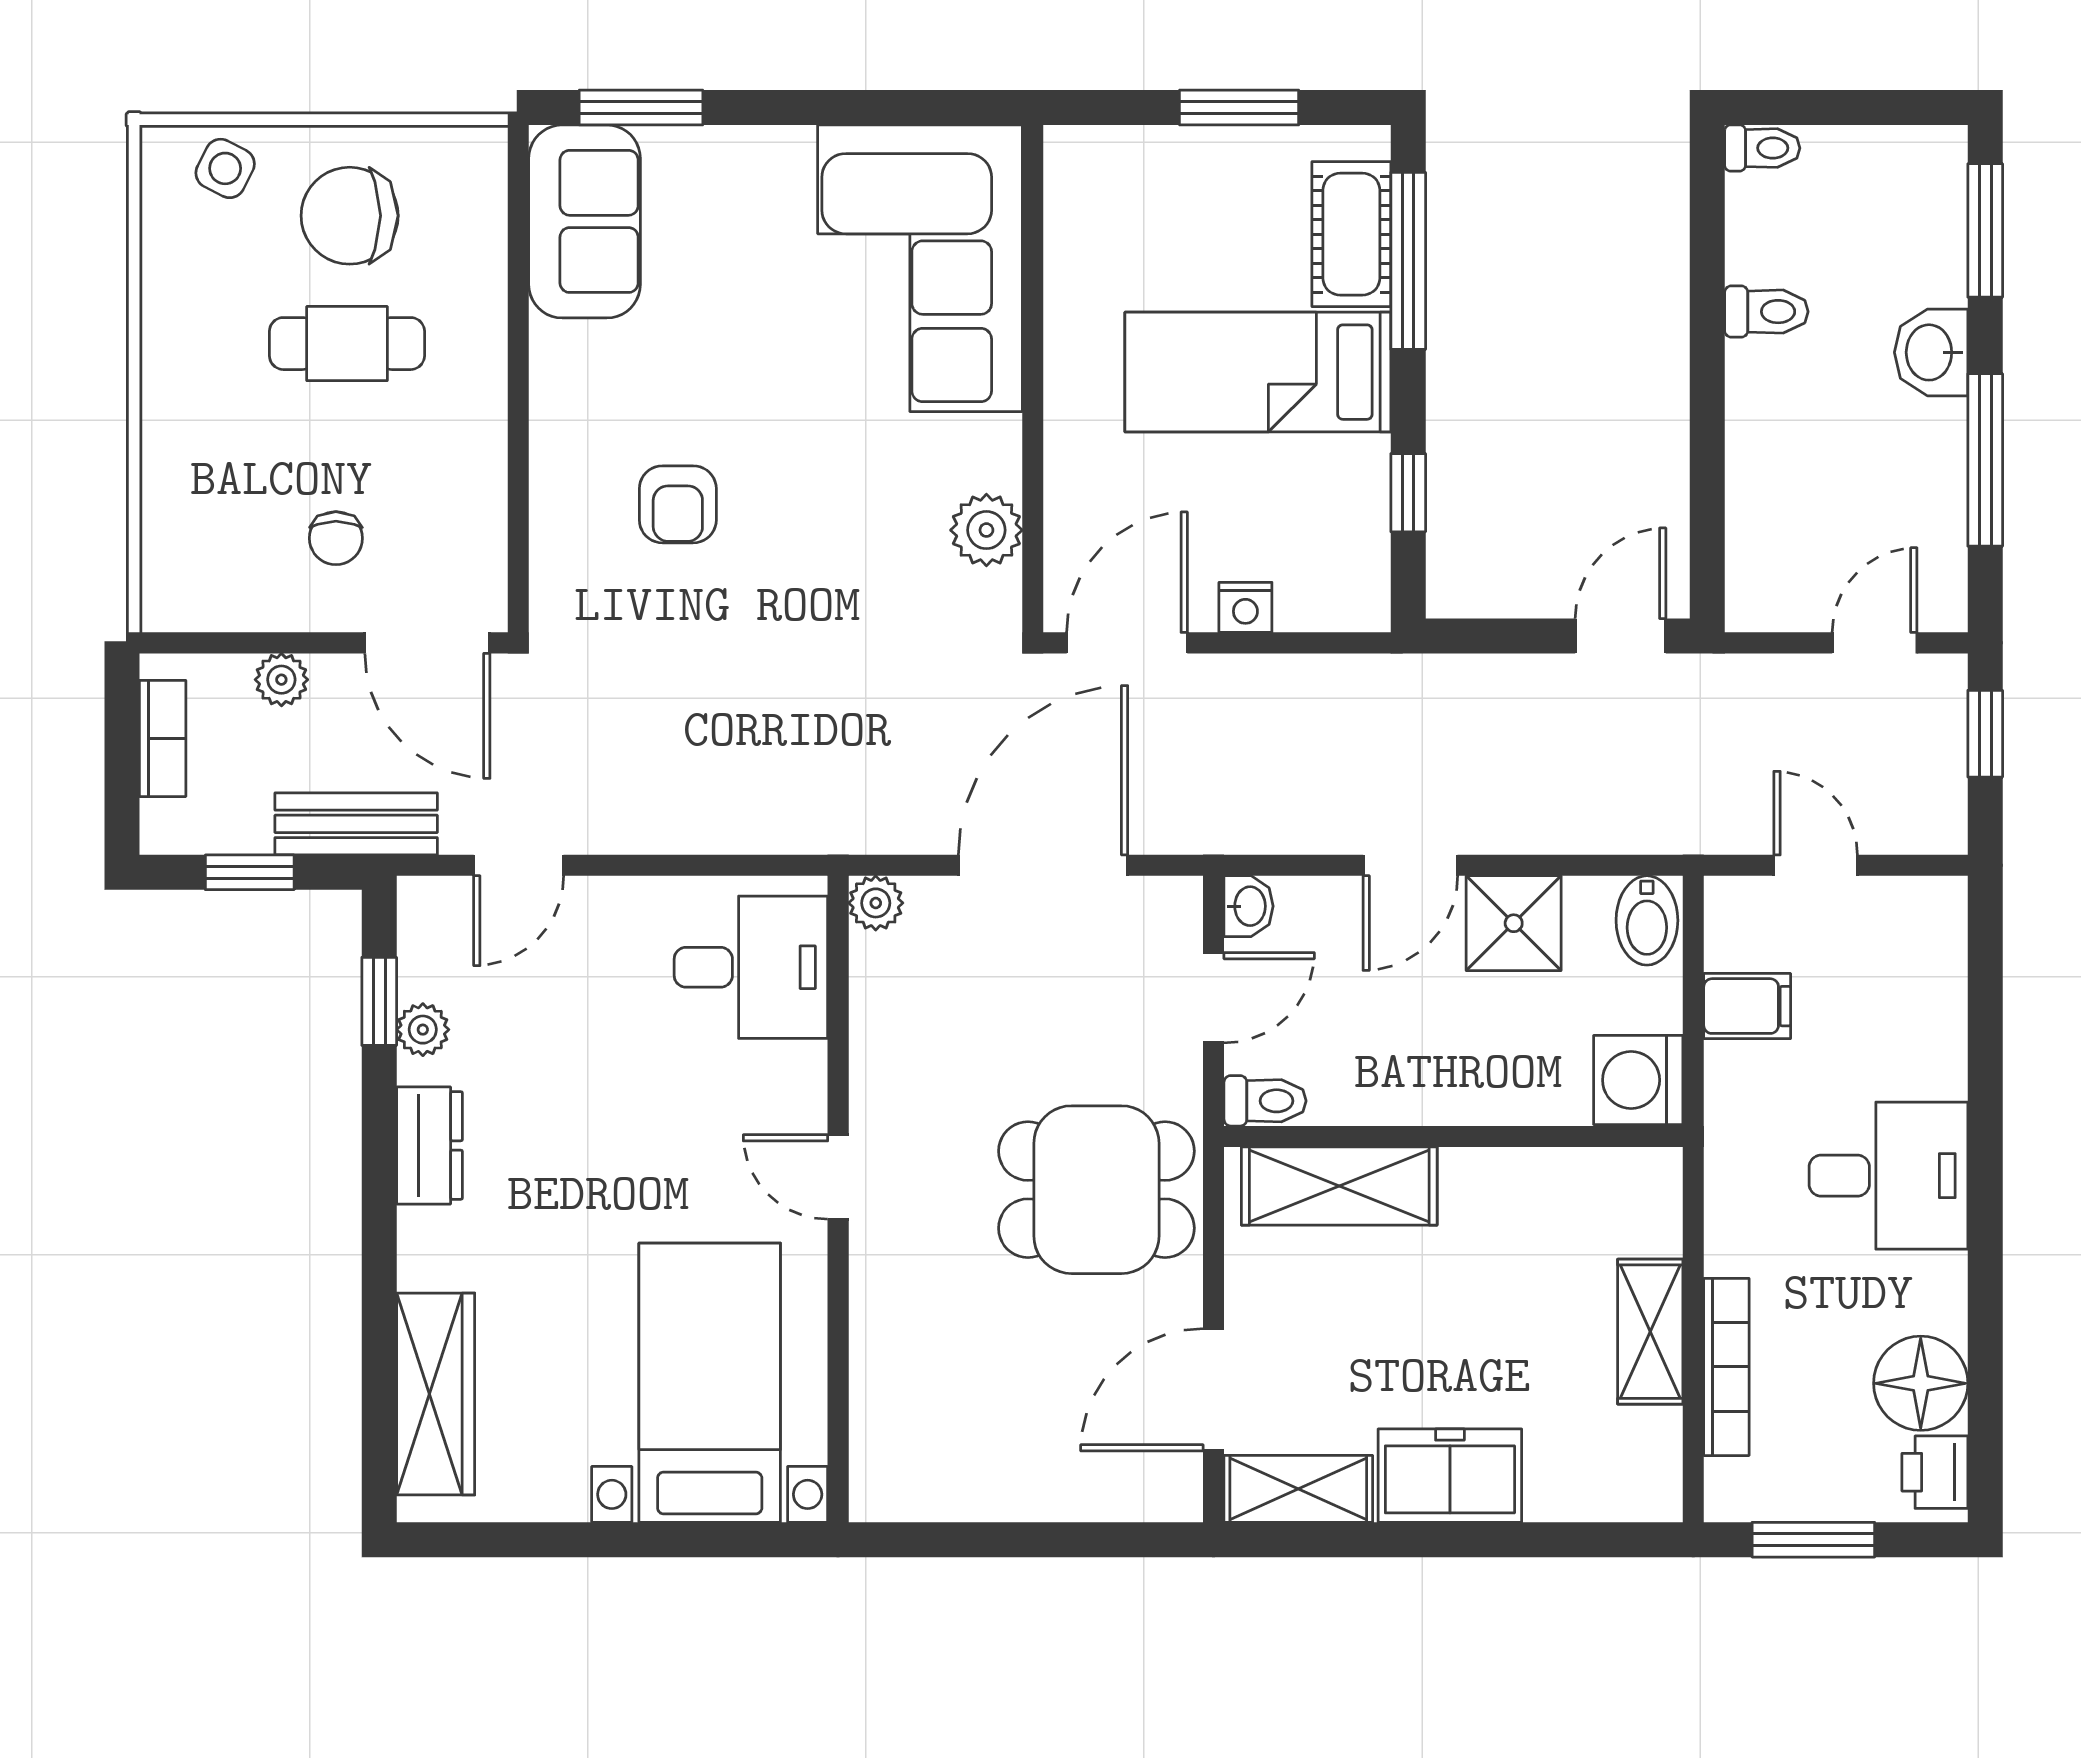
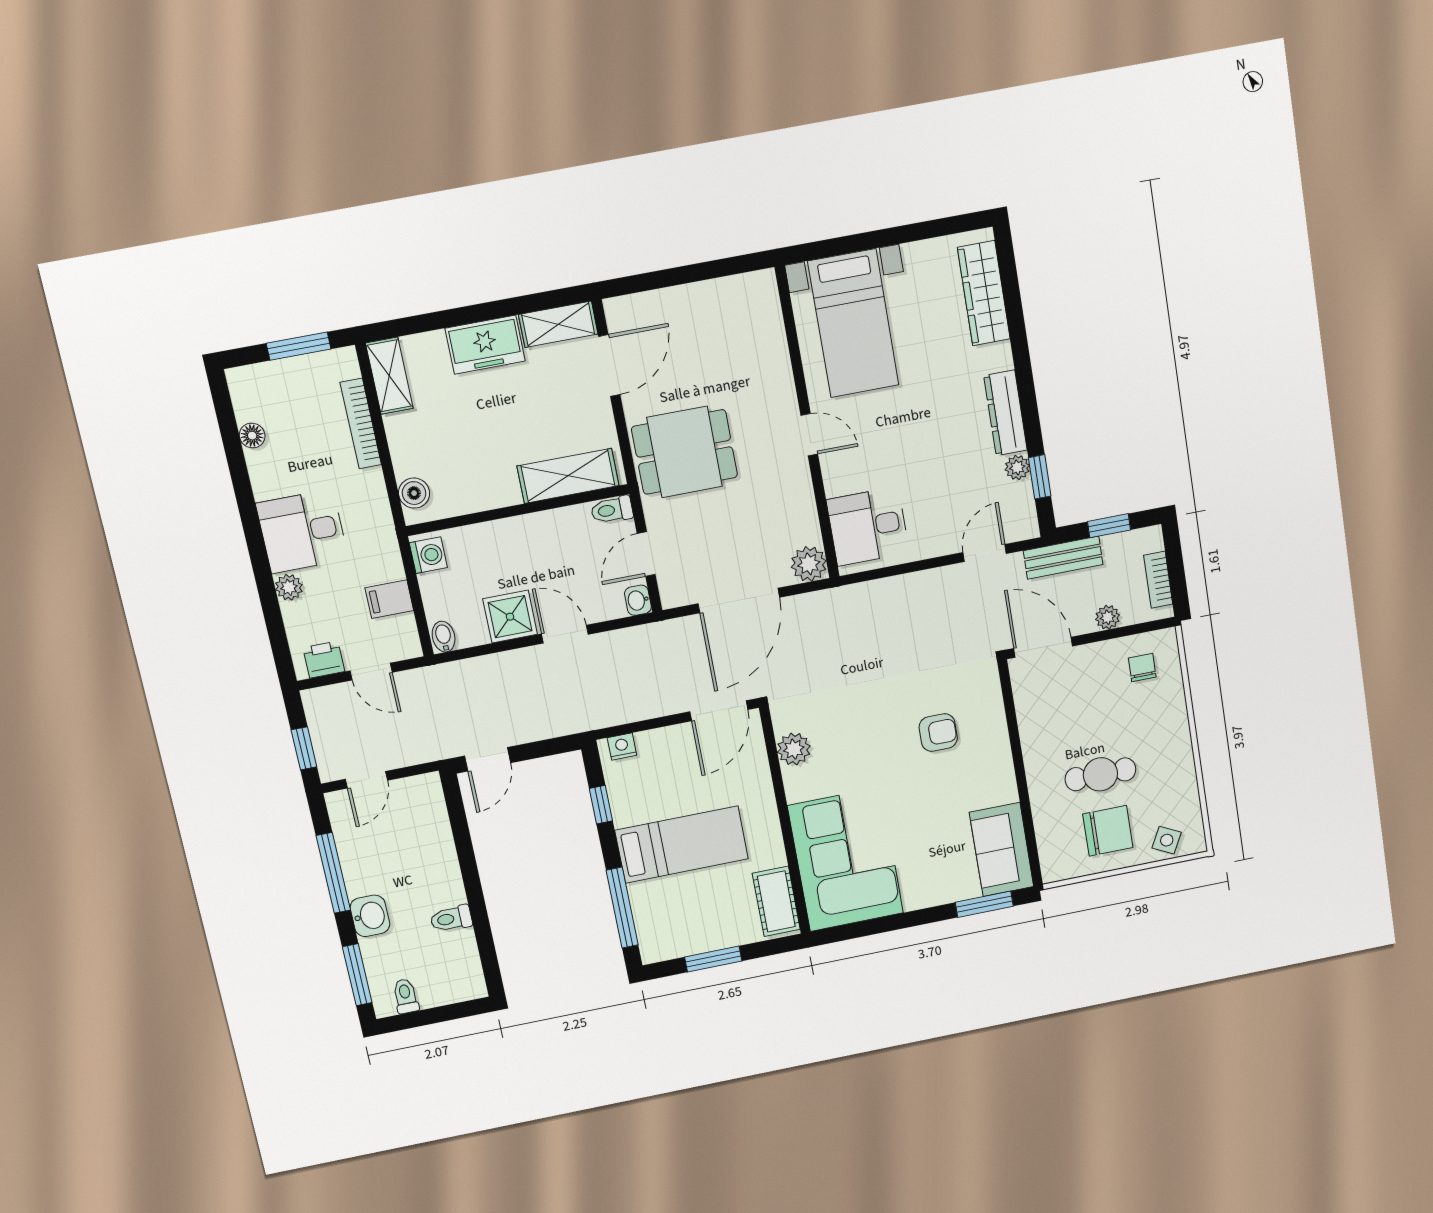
toilet: (1762, 148) -> (406, 996), moved, turned 90
cot: (1351, 234) -> (776, 901), moved
armchair: (678, 504) -> (938, 733), turned 90
chair: (336, 538) -> (1142, 668), moved
nightstand: (1245, 607) -> (622, 747), moved
door: (1410, 865) -> (565, 634), hinge flipped
plant: (876, 903) -> (809, 564), width x1.38, depth x1.38
bidet: (1647, 920) -> (444, 637), width x0.72, depth x0.74
plant: (1940, 1069) -> (289, 587), added
washing machine: (1638, 1080) -> (428, 555), width x0.73, depth x0.73
dresser: (430, 1145) -> (1005, 413), width x1.44
boiler: (1652, 1210) -> (414, 493), added
shelving: (1650, 1332) -> (389, 376), moved
floor lamp: (1921, 1383) -> (252, 436), width x0.53, depth x0.53
printer: (1935, 1472) -> (324, 660), moved, turned -90

